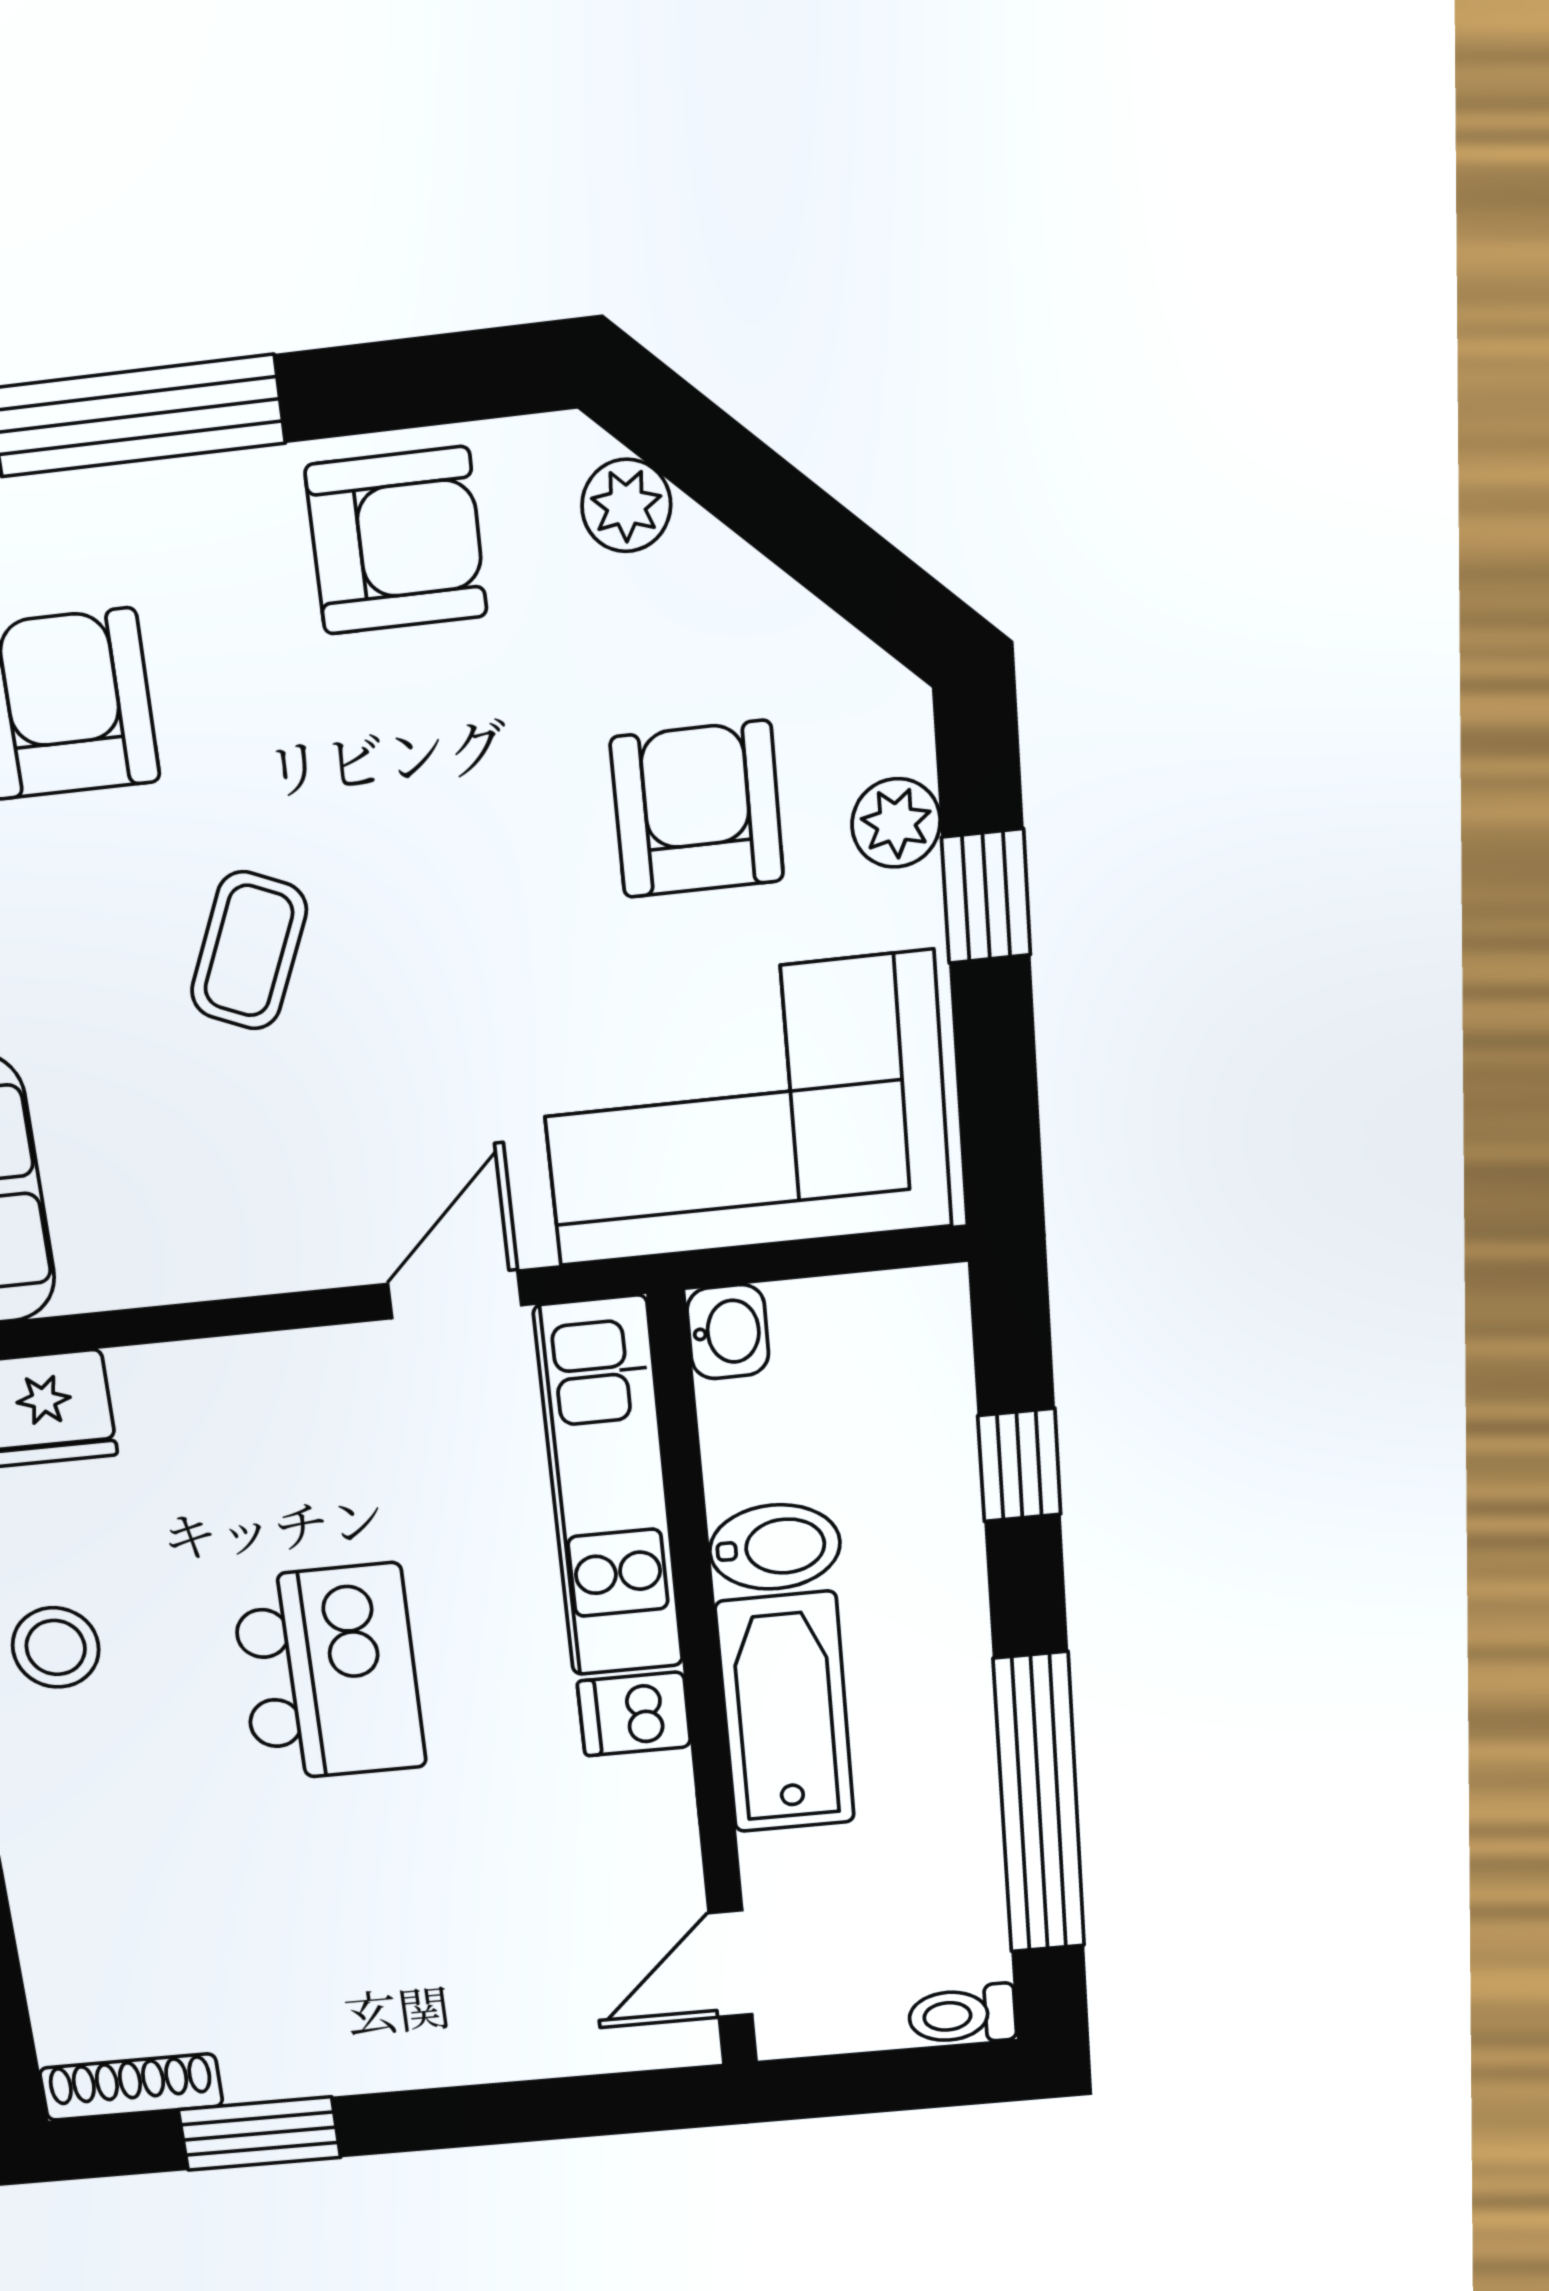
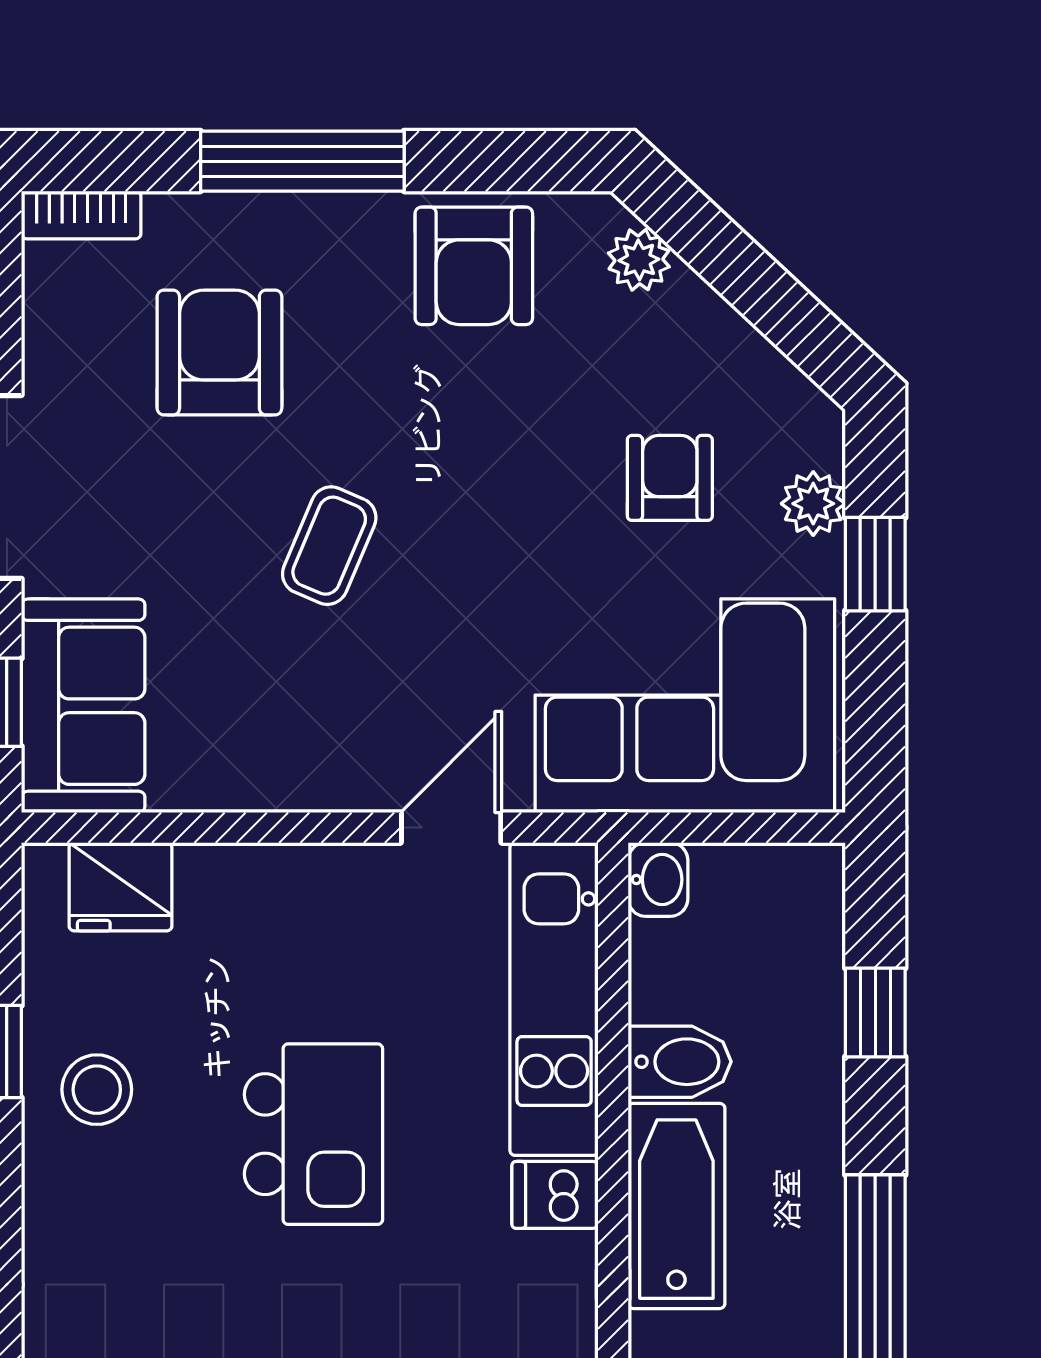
armchair: (396, 541) -> (474, 266), turned 90
armchair: (697, 809) -> (670, 478), width x0.72, depth x0.72

